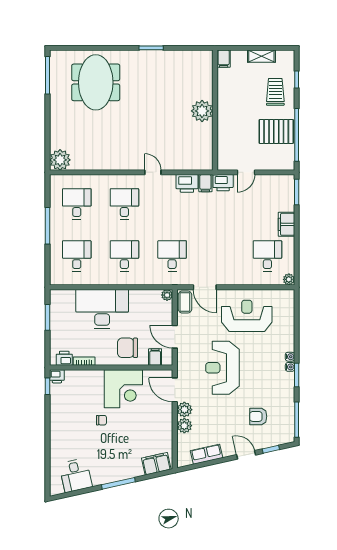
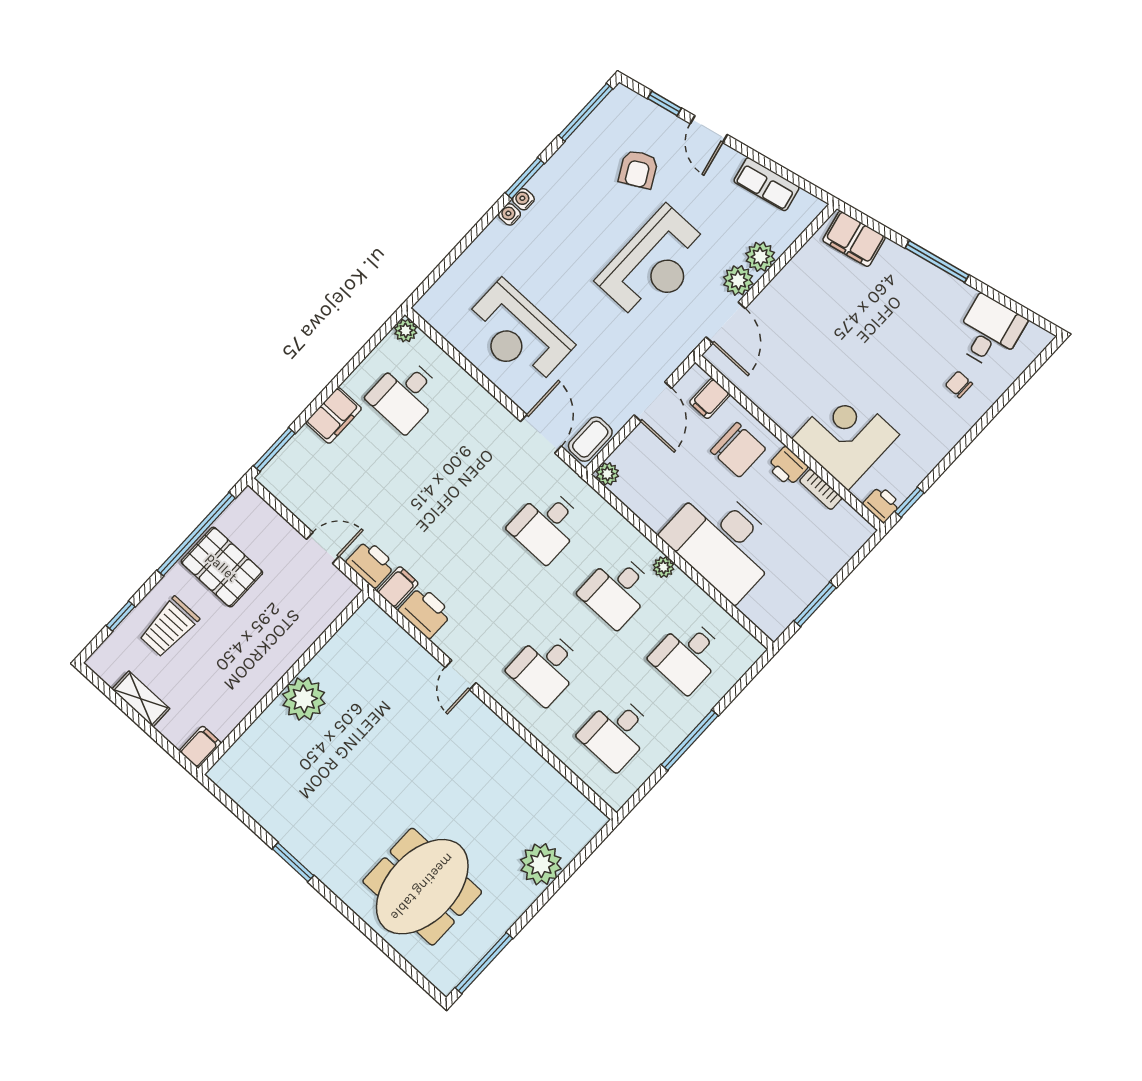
plant: (60, 160) -> (541, 864), moved
plant: (115, 280) -> (663, 567), added
printer: (64, 358) -> (787, 467), moved
reception desk: (222, 368) -> (654, 264), moved
corner desk: (123, 389) -> (846, 437), moved
armchair: (258, 416) -> (638, 169), turned 61
chair: (101, 420) -> (959, 384), moved

